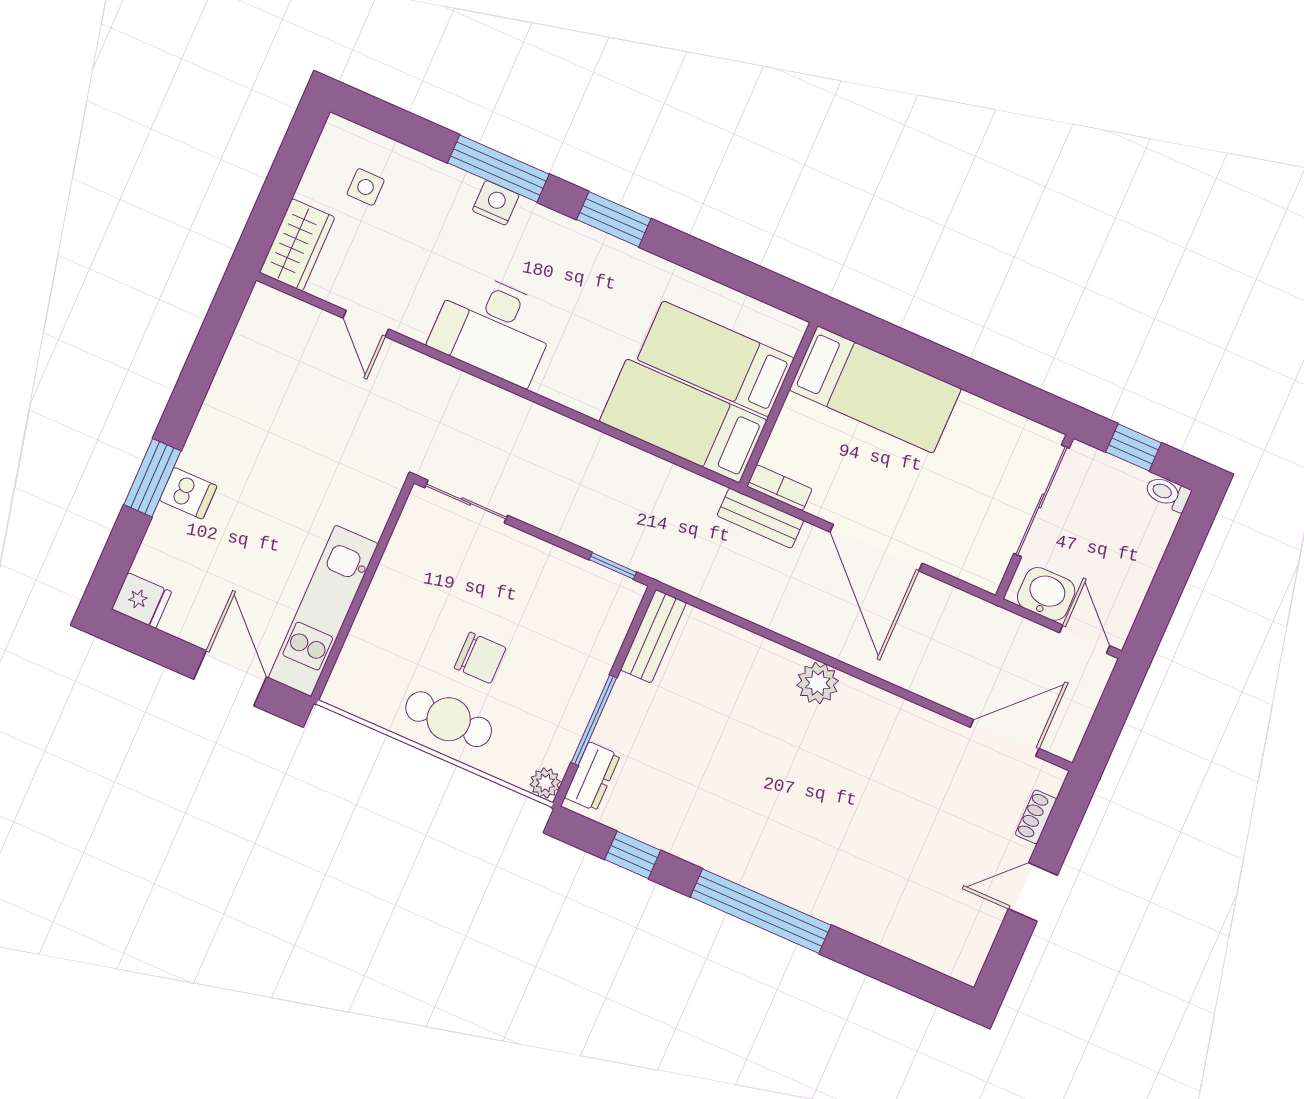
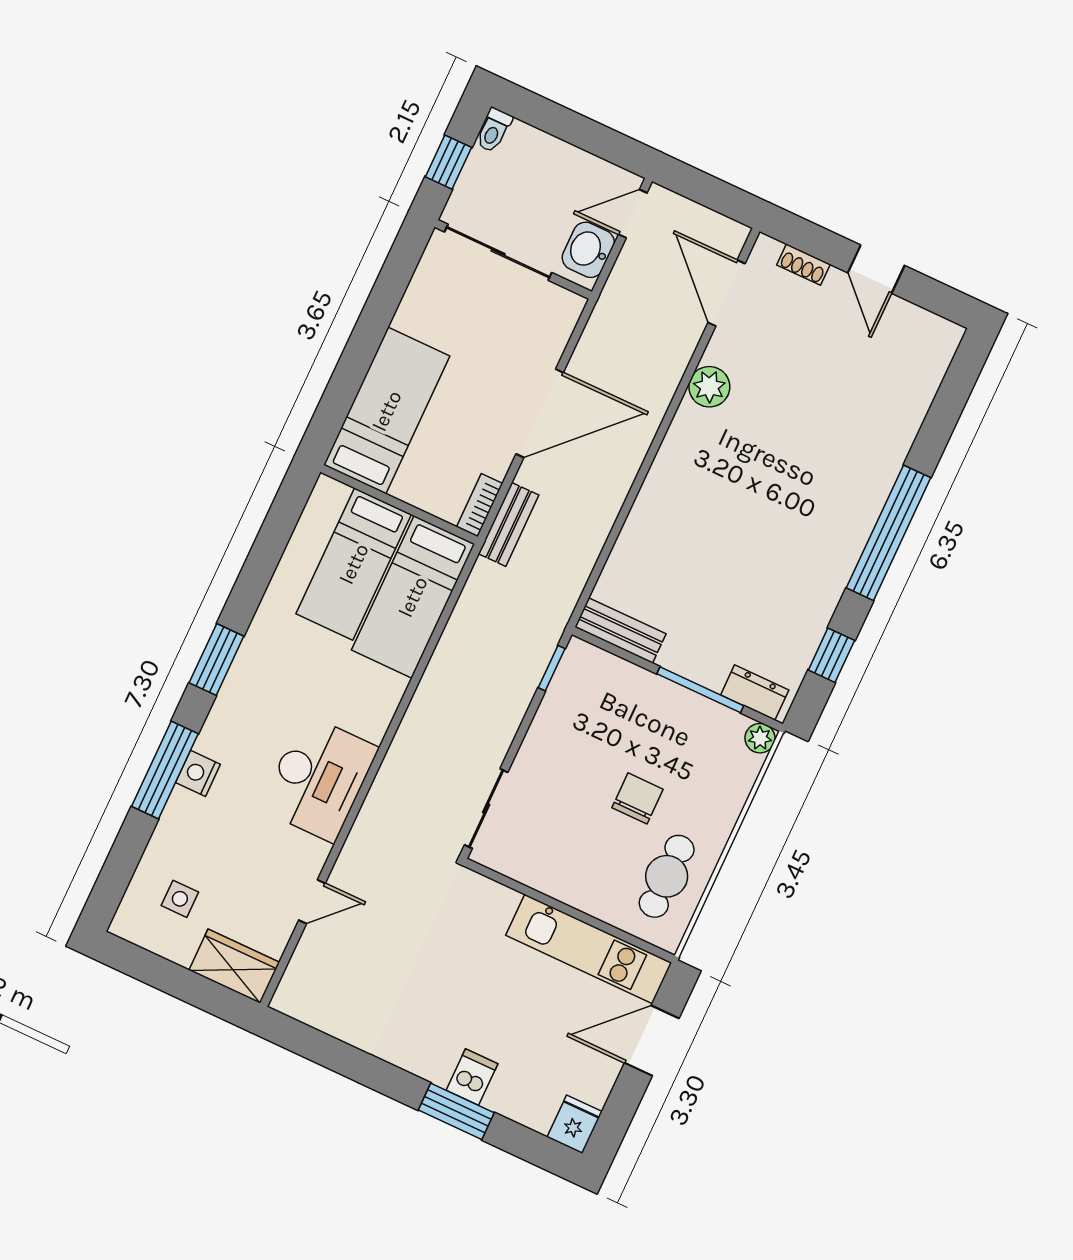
plant: (818, 683) -> (709, 387), moved
cafe table: (449, 719) -> (667, 876), moved

